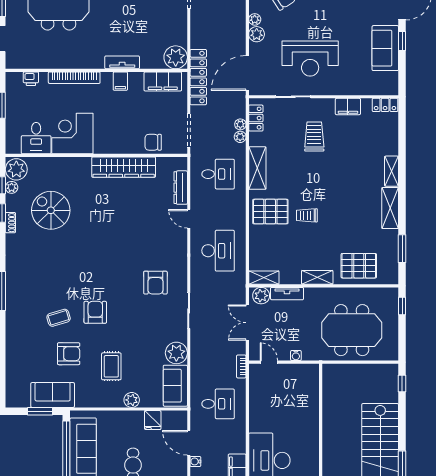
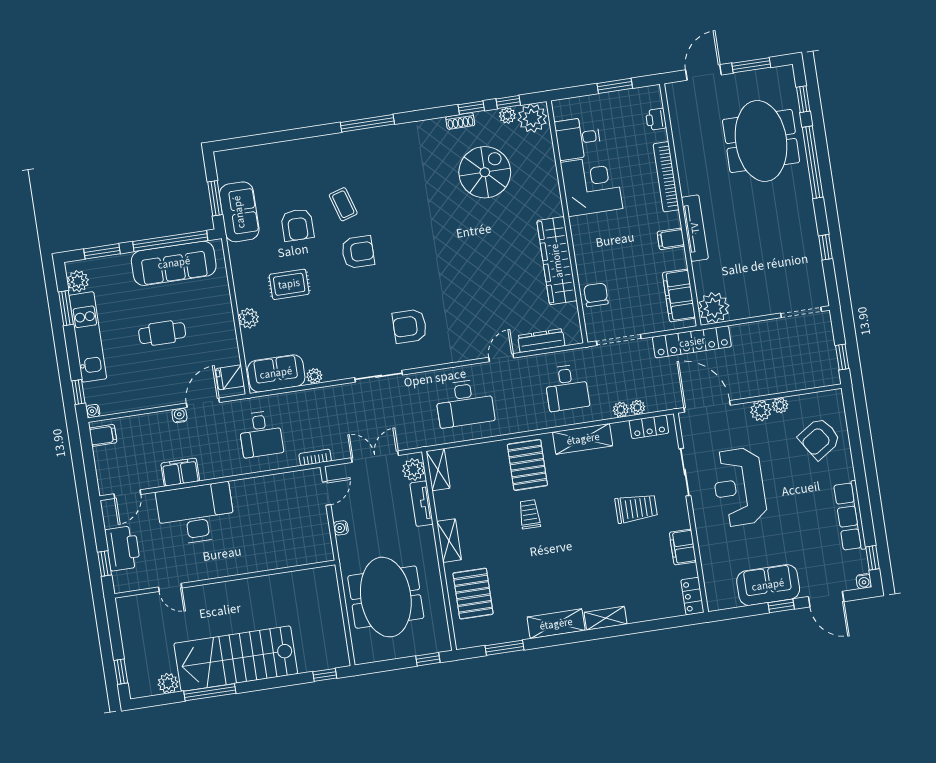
tv unit: (122, 62) -> (695, 228), width x1.41
plant: (176, 353) -> (314, 376), width x0.53, depth x0.53
fridge: (153, 420) -> (230, 377), moved

